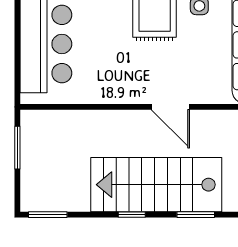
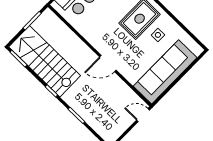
door: (170, 107) -> (108, 63), hinge flipped
stairs: (156, 185) -> (45, 61), moved

